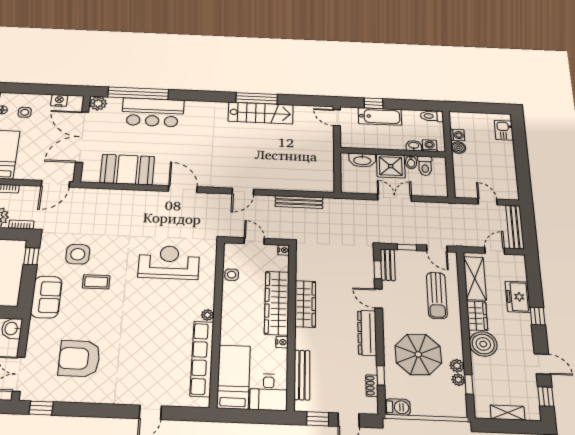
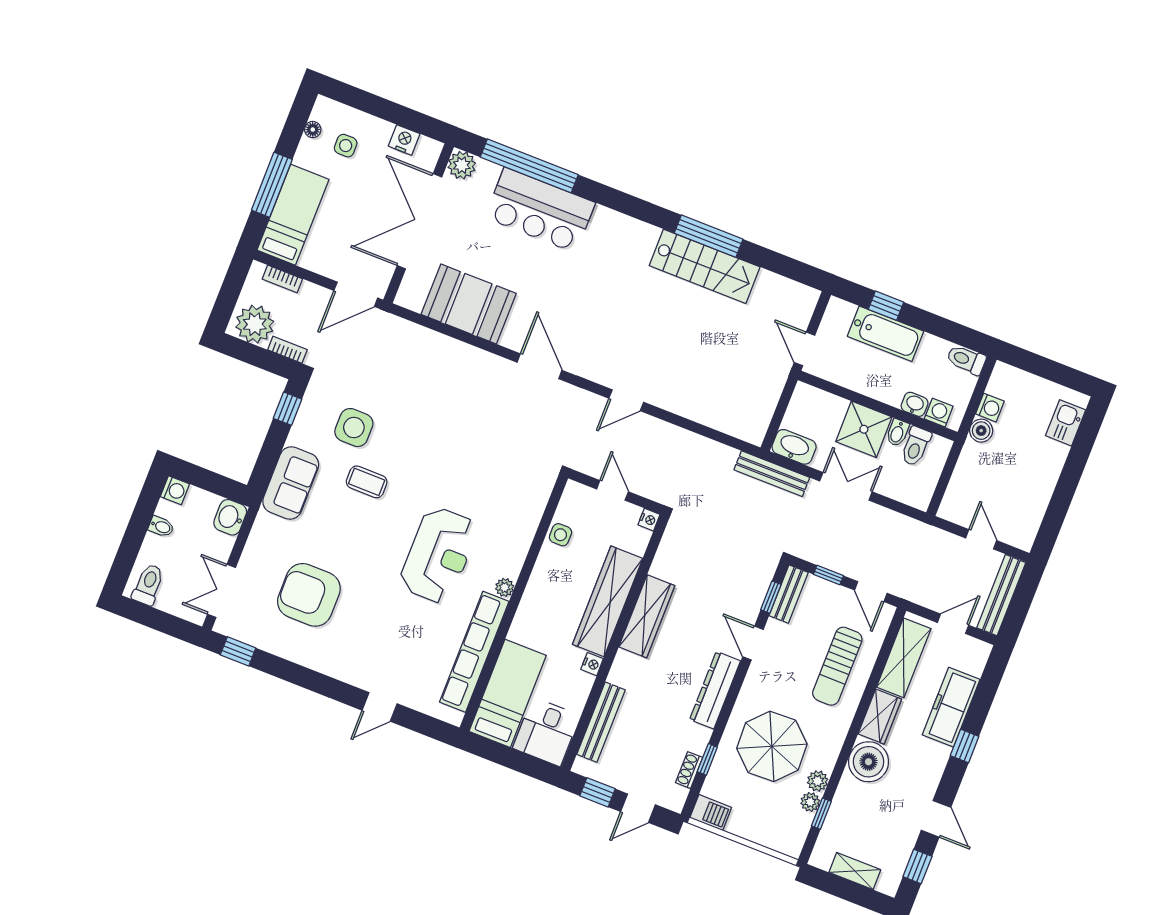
door: (337, 118) -> (805, 349), moved
washbasin: (362, 160) -> (794, 447), moved, turned 180
bench: (299, 202) -> (772, 474), moved
reception desk: (169, 262) -> (439, 555), moved, turned 90
freezer: (518, 297) -> (951, 707), width x1.40

